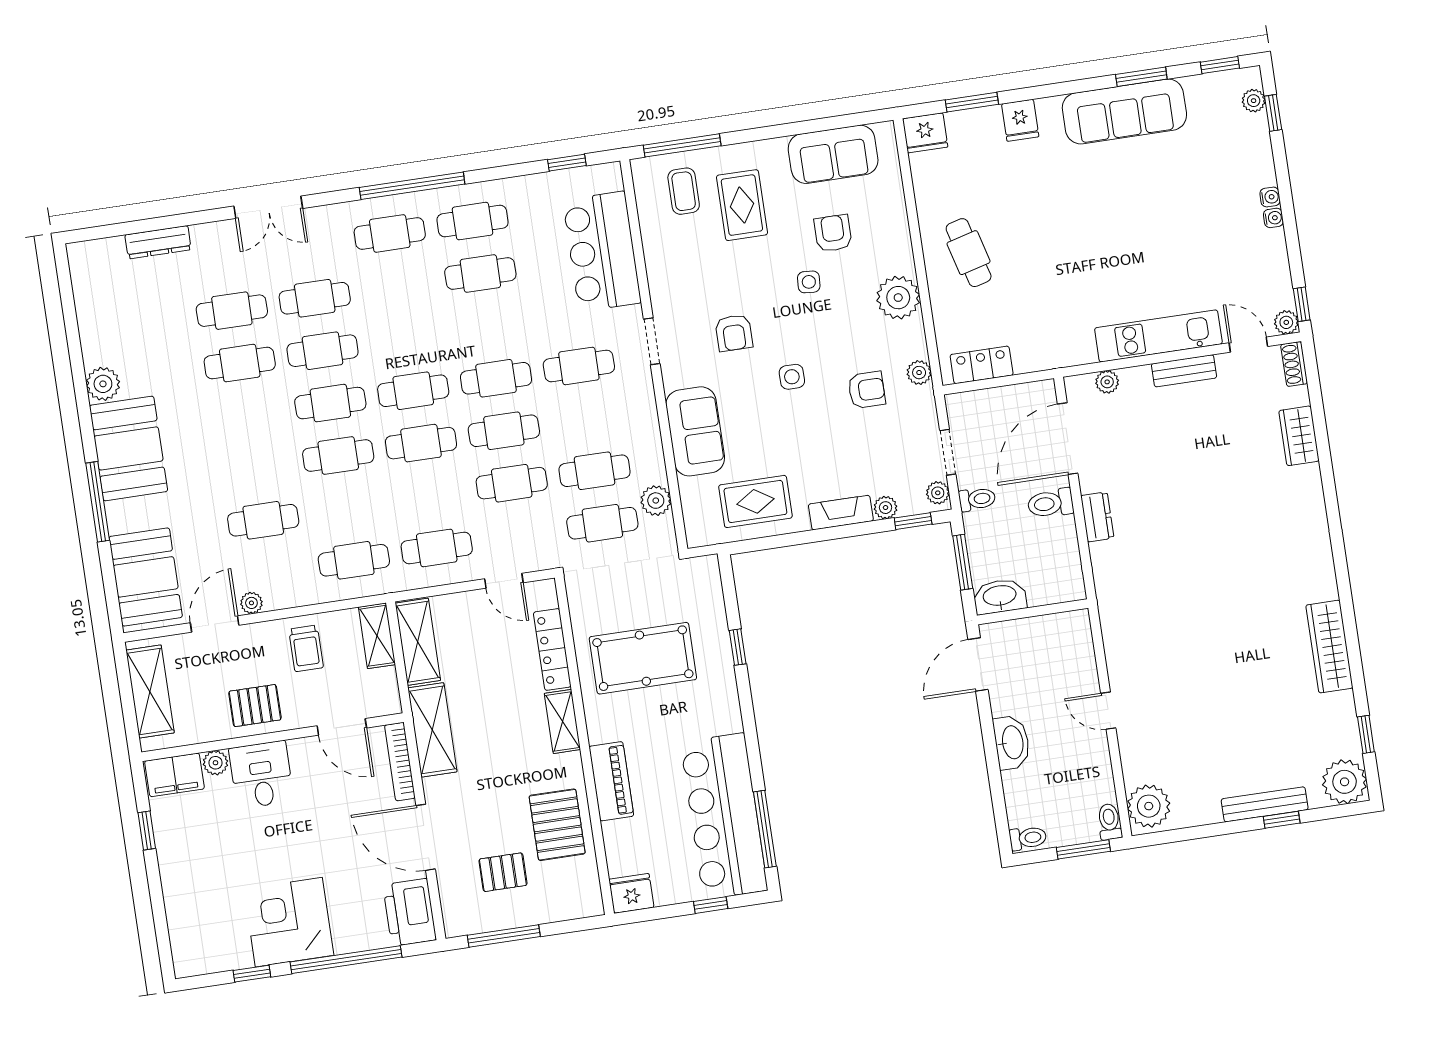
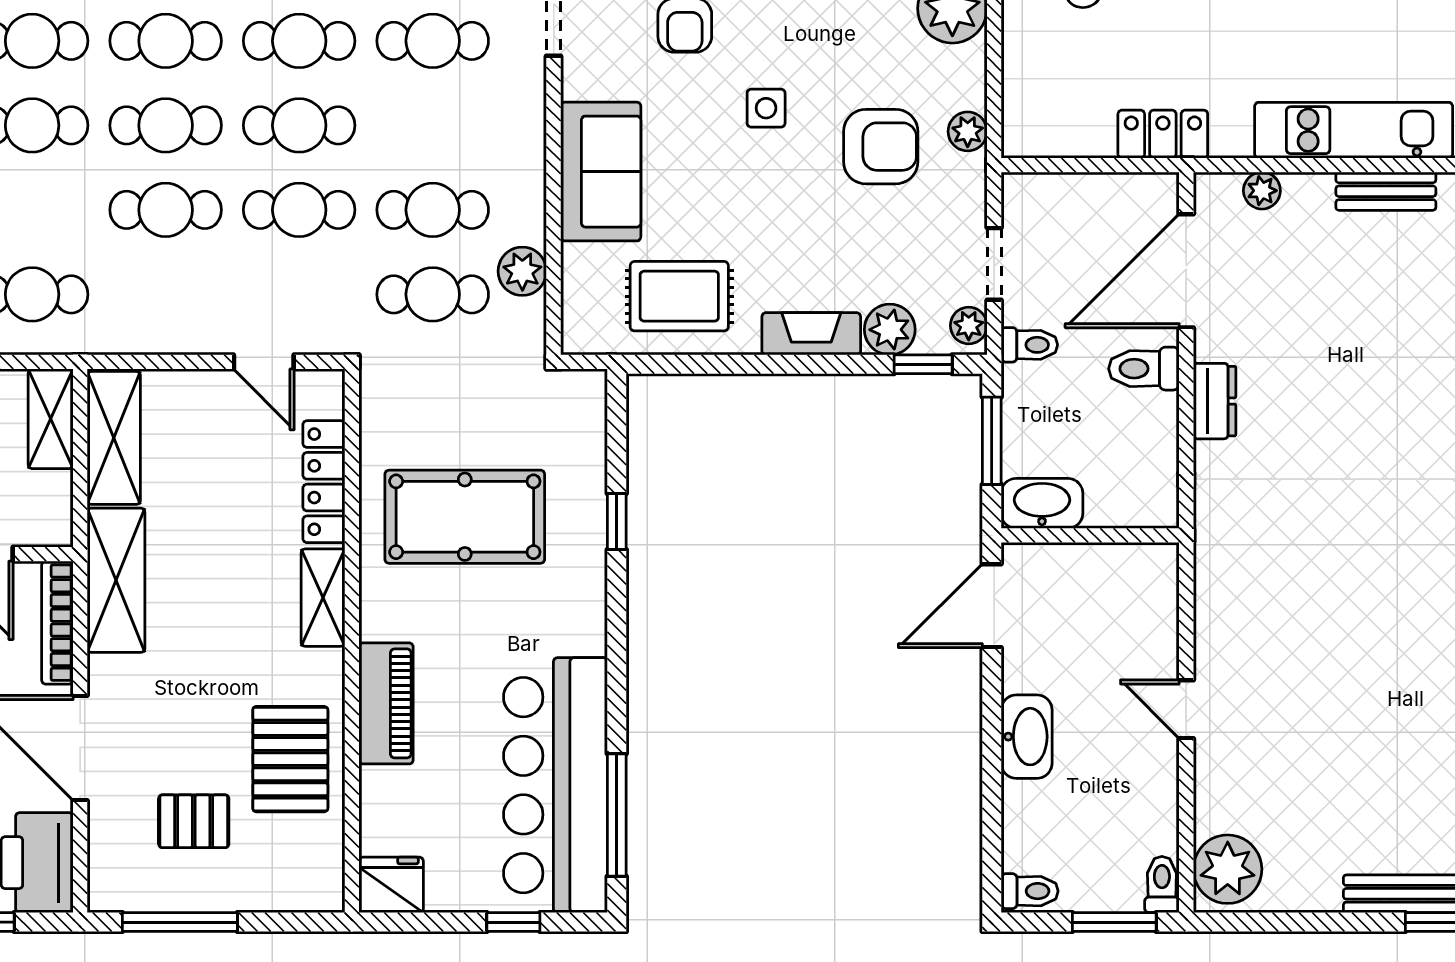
locker: (982, 365) -> (1163, 134), moved
armchair: (867, 390) -> (881, 147), width x1.38, depth x1.38
plant: (886, 508) -> (890, 330), width x1.38, depth x1.38
cafe table: (437, 548) -> (166, 210), moved

